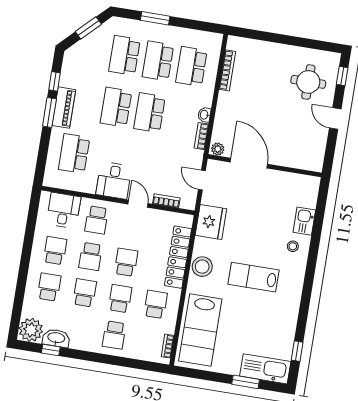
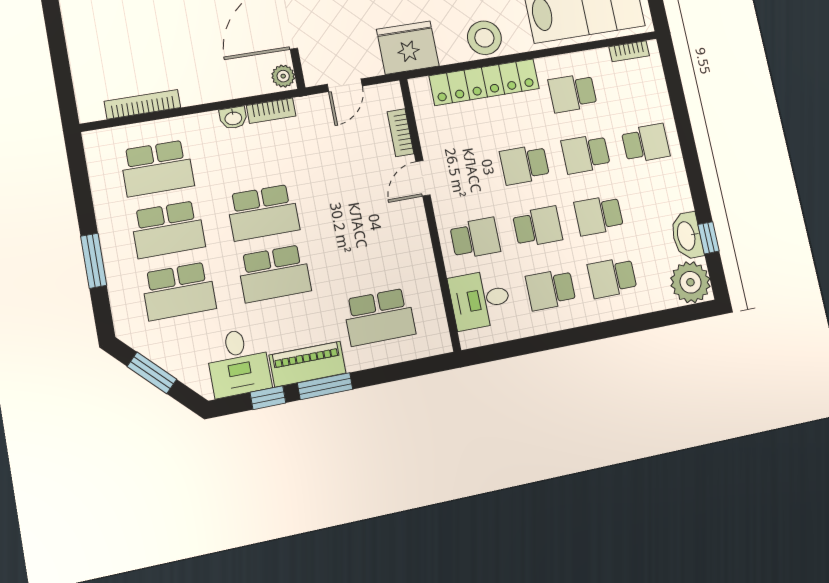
desk: (114, 180) -> (238, 362), moved, turned 90

